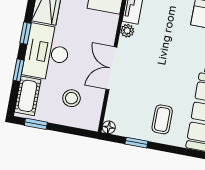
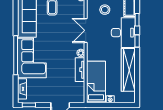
double door: (111, 68) -> (86, 30), swing flipped

